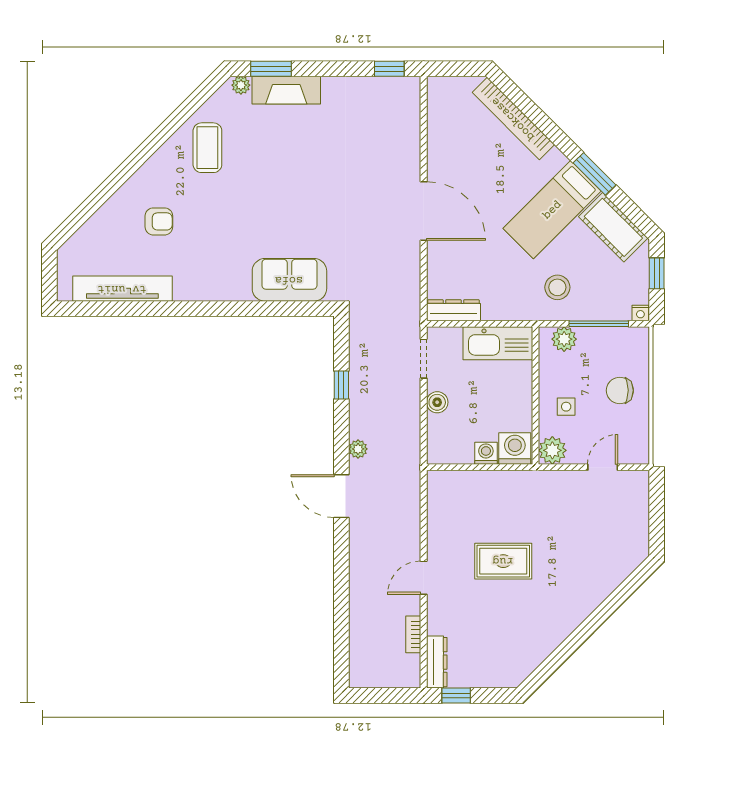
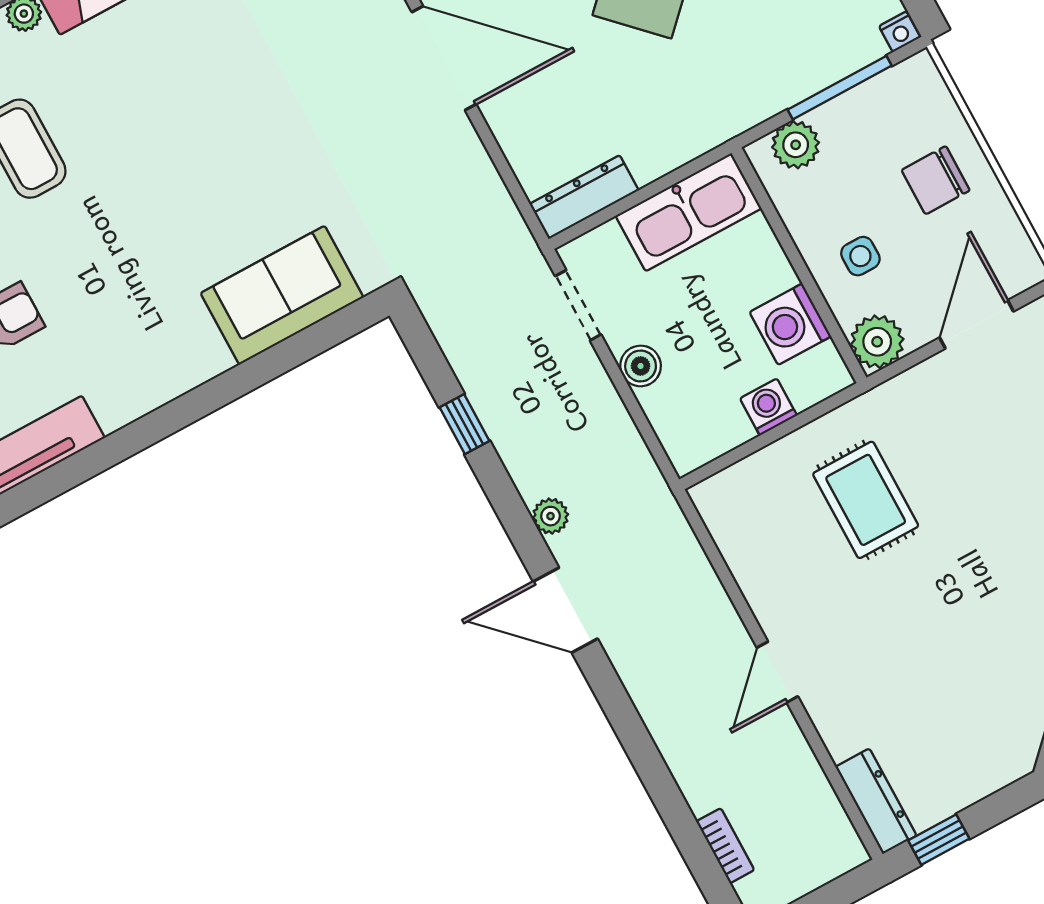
stool: (557, 287) -> (737, 64), removed
washing machine: (515, 448) -> (790, 324), moved, turned -90
door: (603, 467) -> (977, 324), width x1.38
rug: (503, 561) -> (866, 500), moved, turned 90
bookcase: (413, 634) -> (725, 846), moved, turned 180

